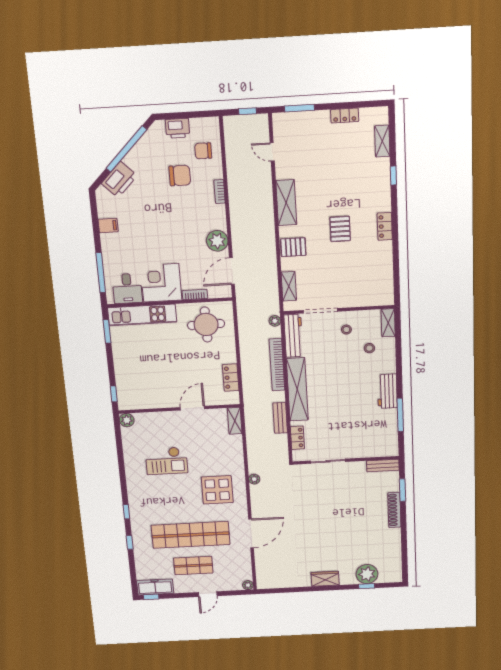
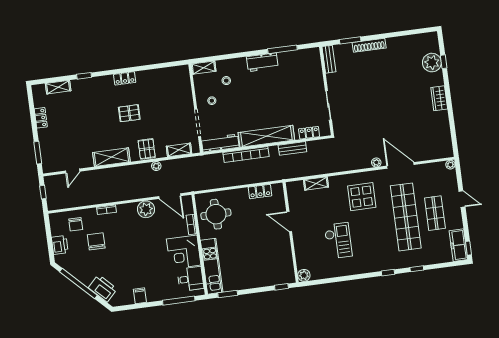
plant: (275, 321) -> (156, 166), moved
shelving: (235, 421) -> (316, 183), moved
plant: (254, 479) -> (376, 162), moved

